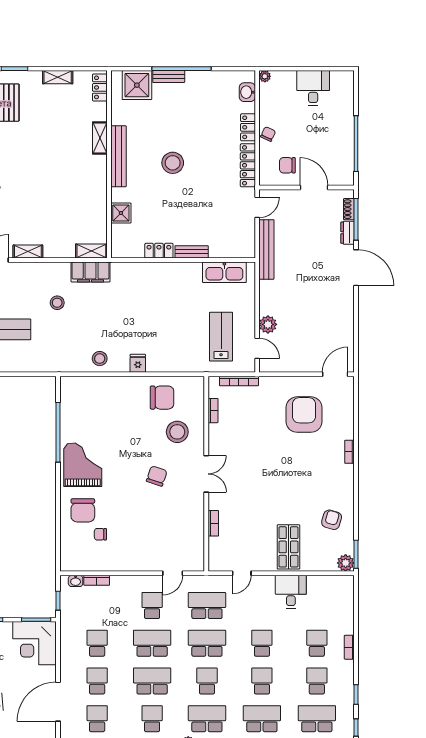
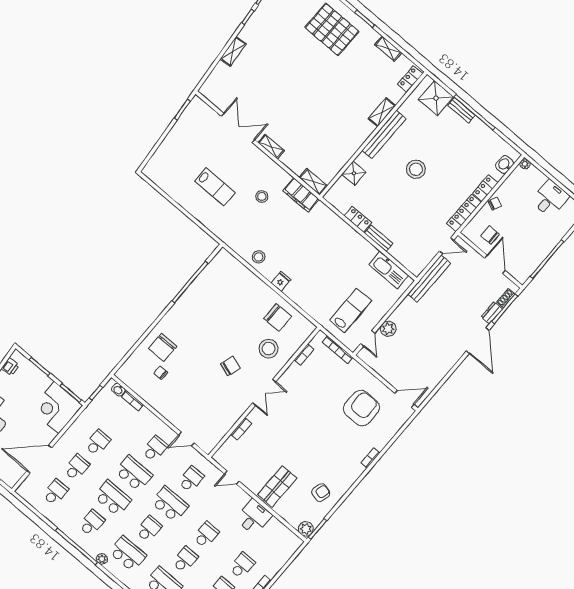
grand piano: (83, 465) -> (188, 317), removed
school desk: (207, 605) -> (191, 479), width x0.54

